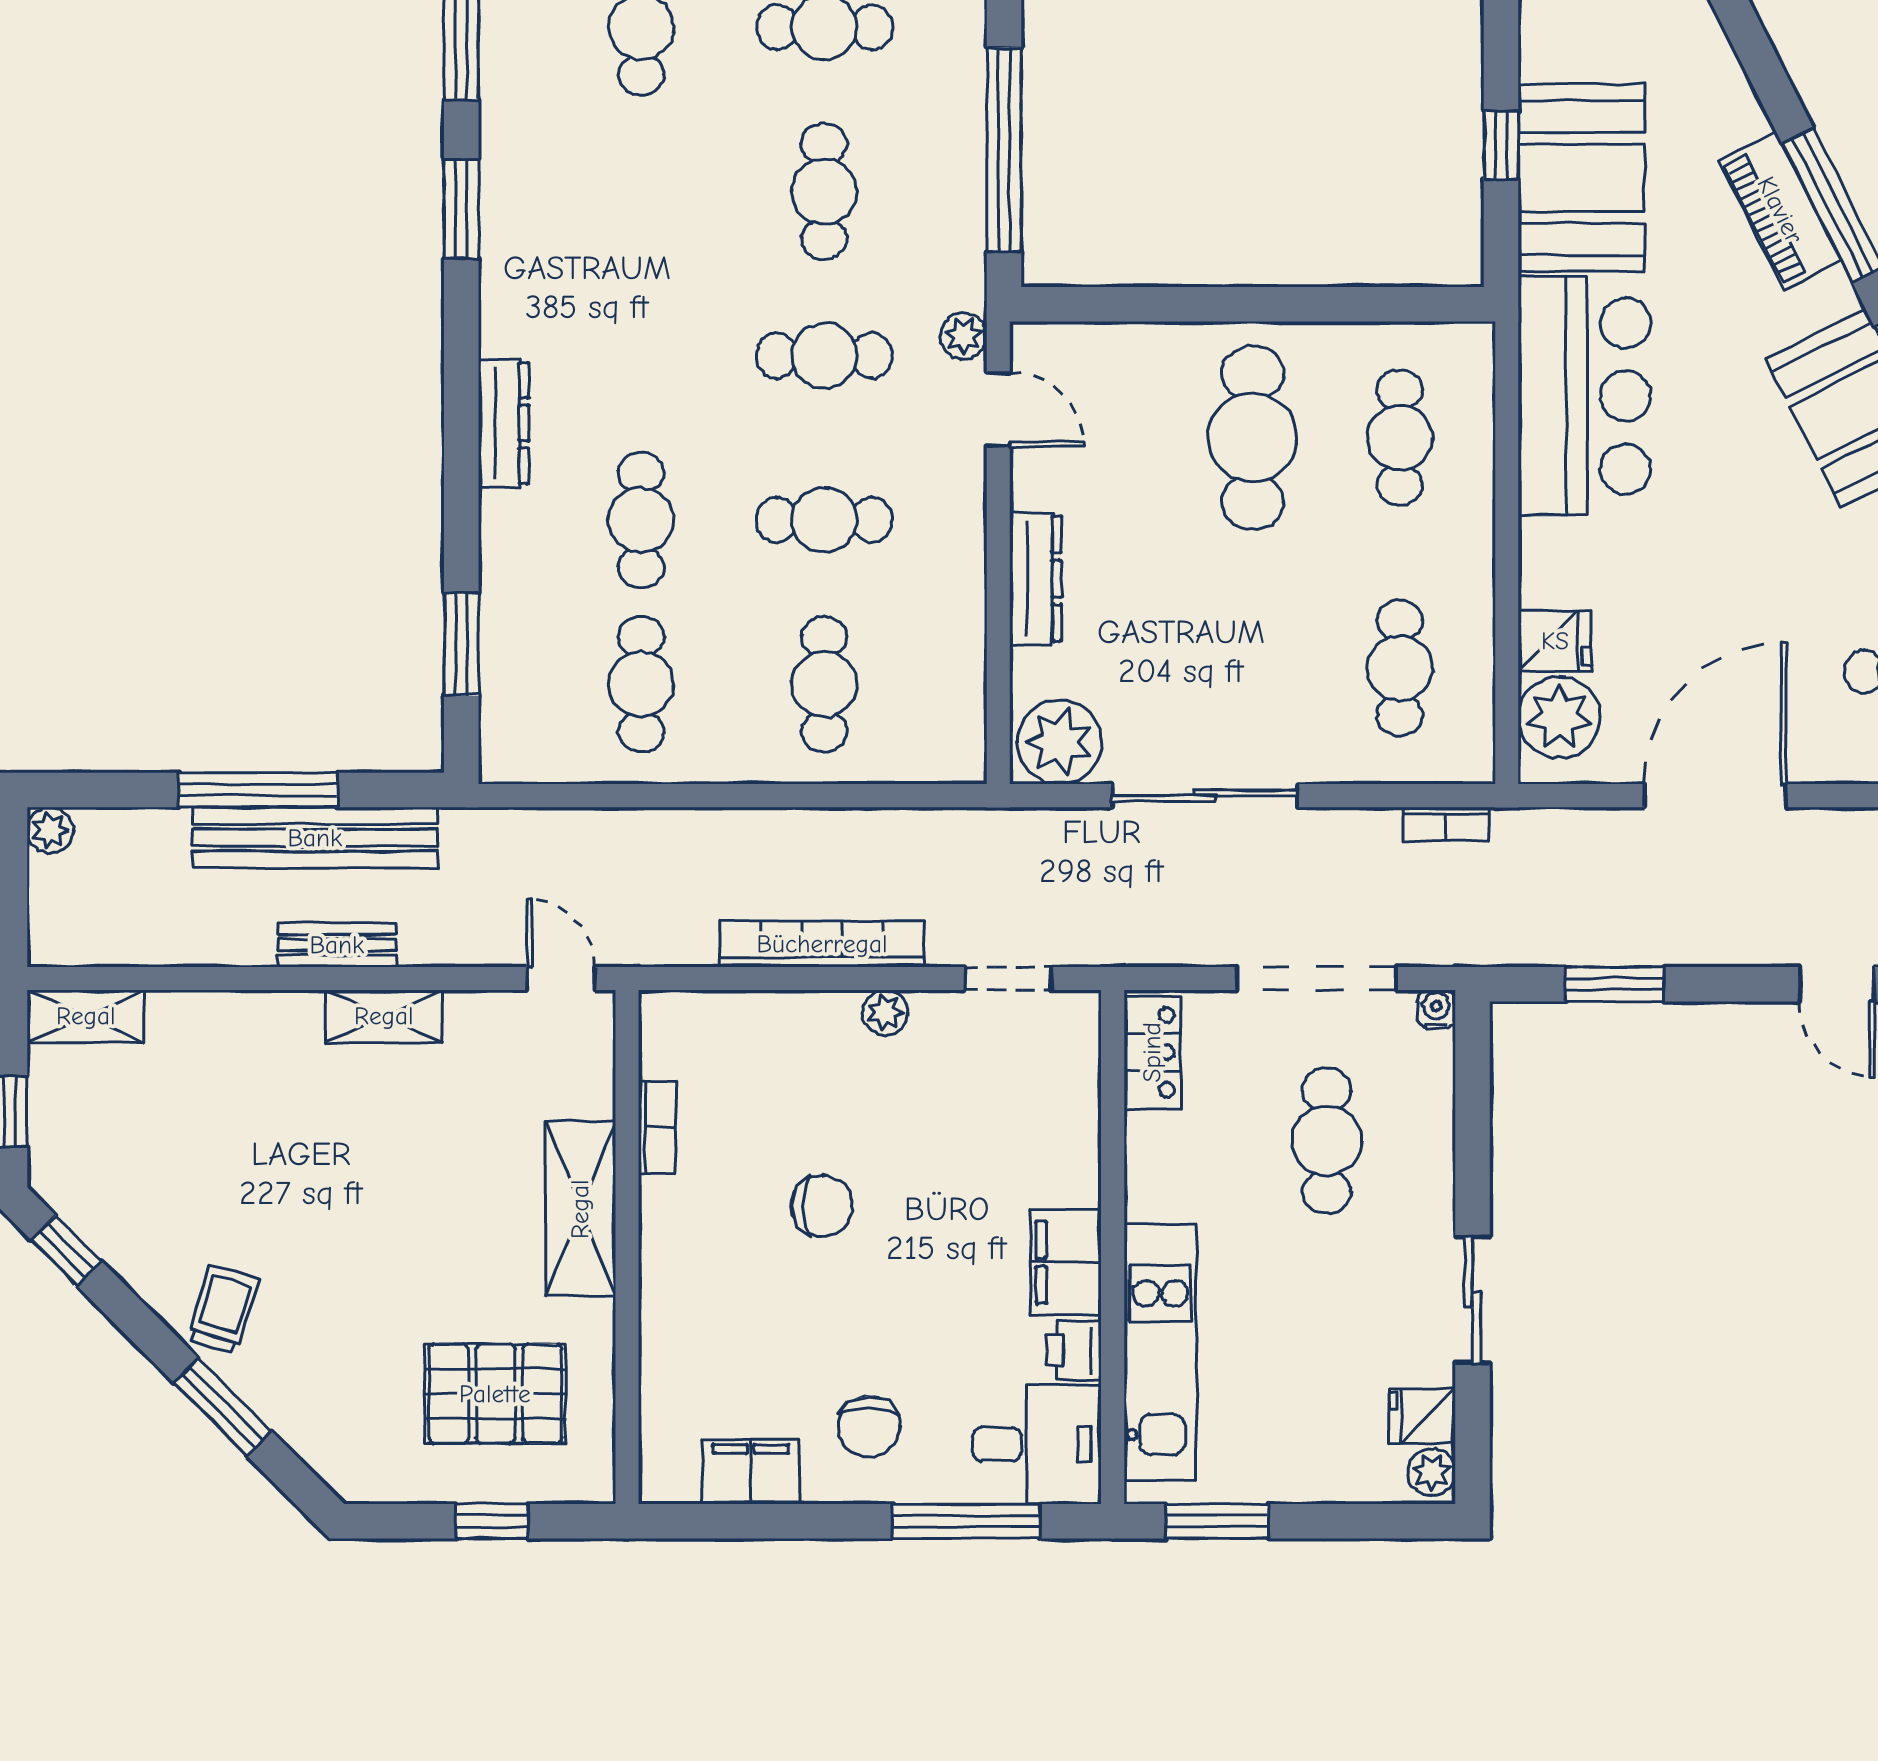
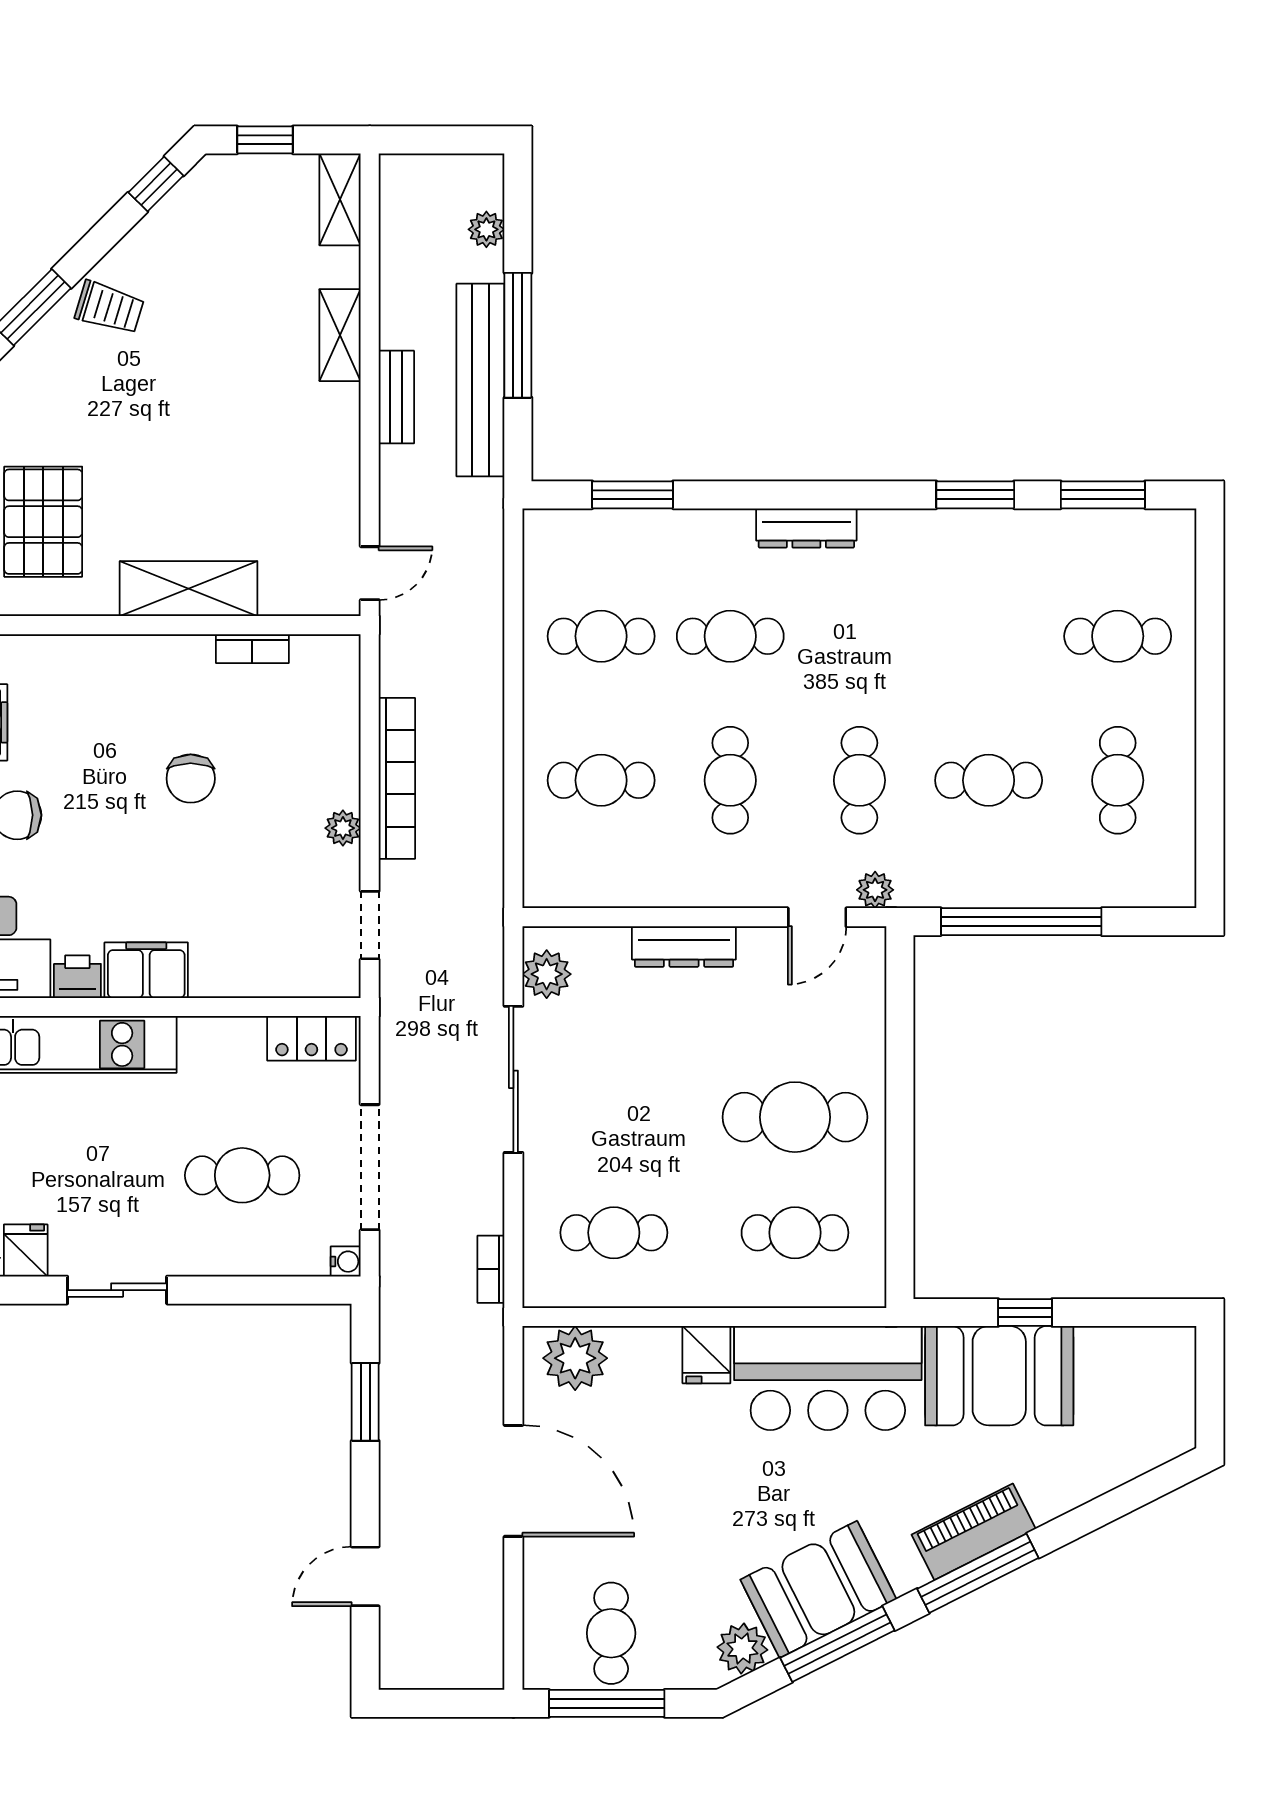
fridge: (1555, 641) -> (706, 1355), moved
plant: (1060, 742) -> (547, 974), width x0.73, depth x0.73
plant: (50, 830) -> (486, 229), moved
shelving: (384, 1016) -> (340, 335), moved

